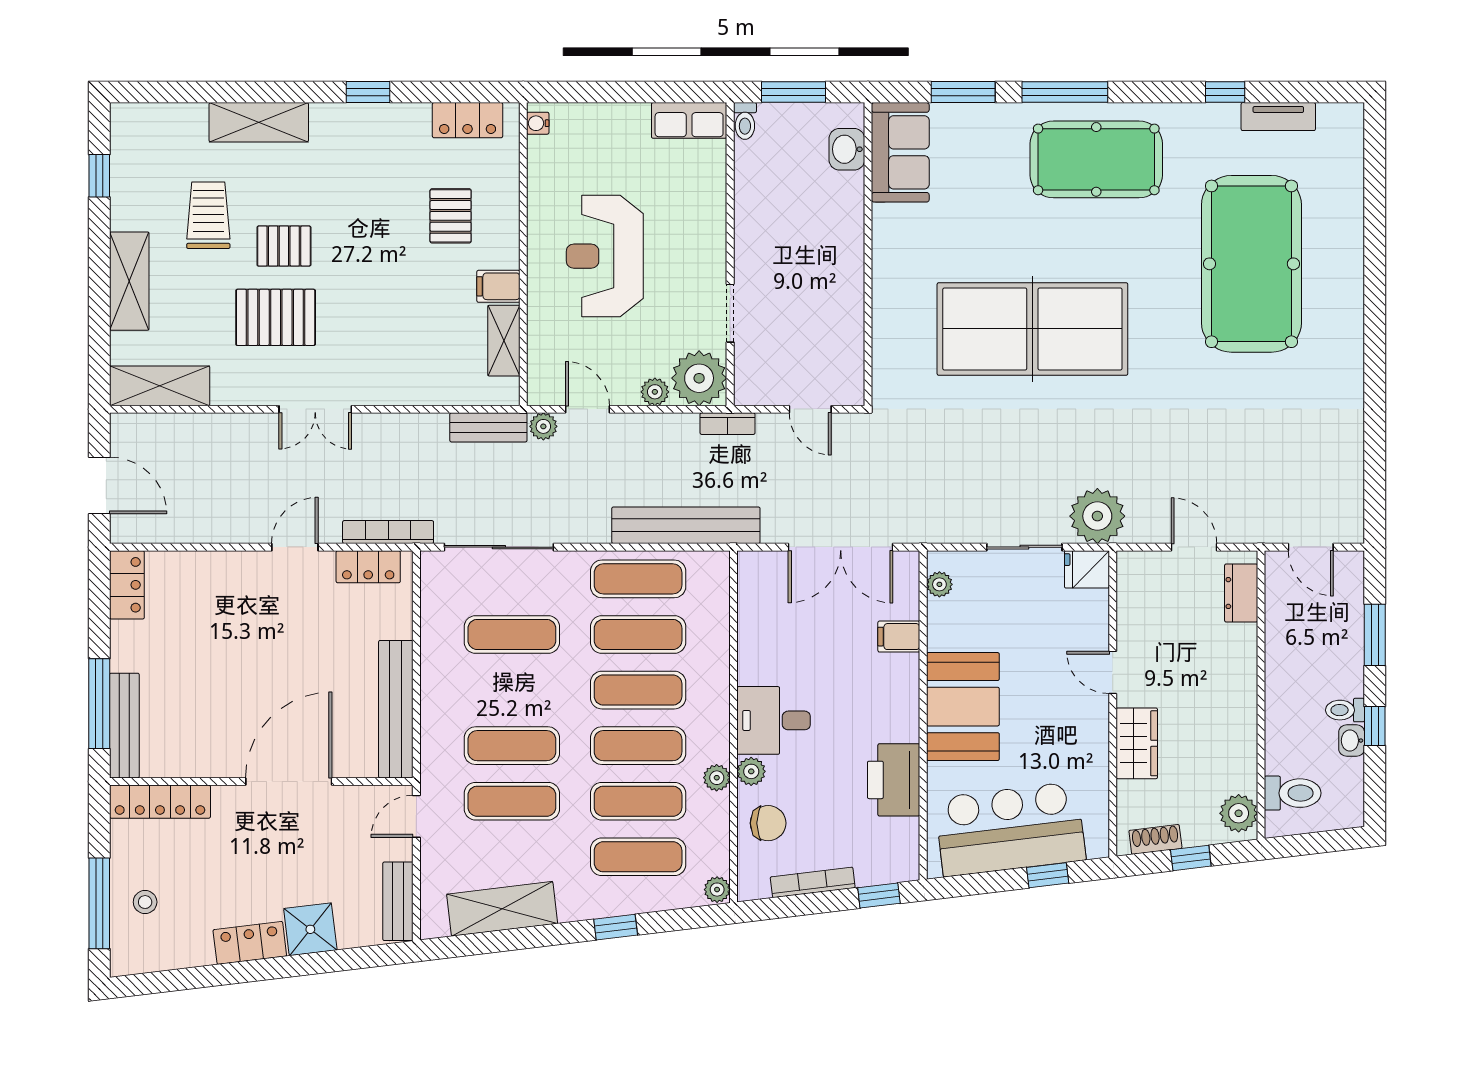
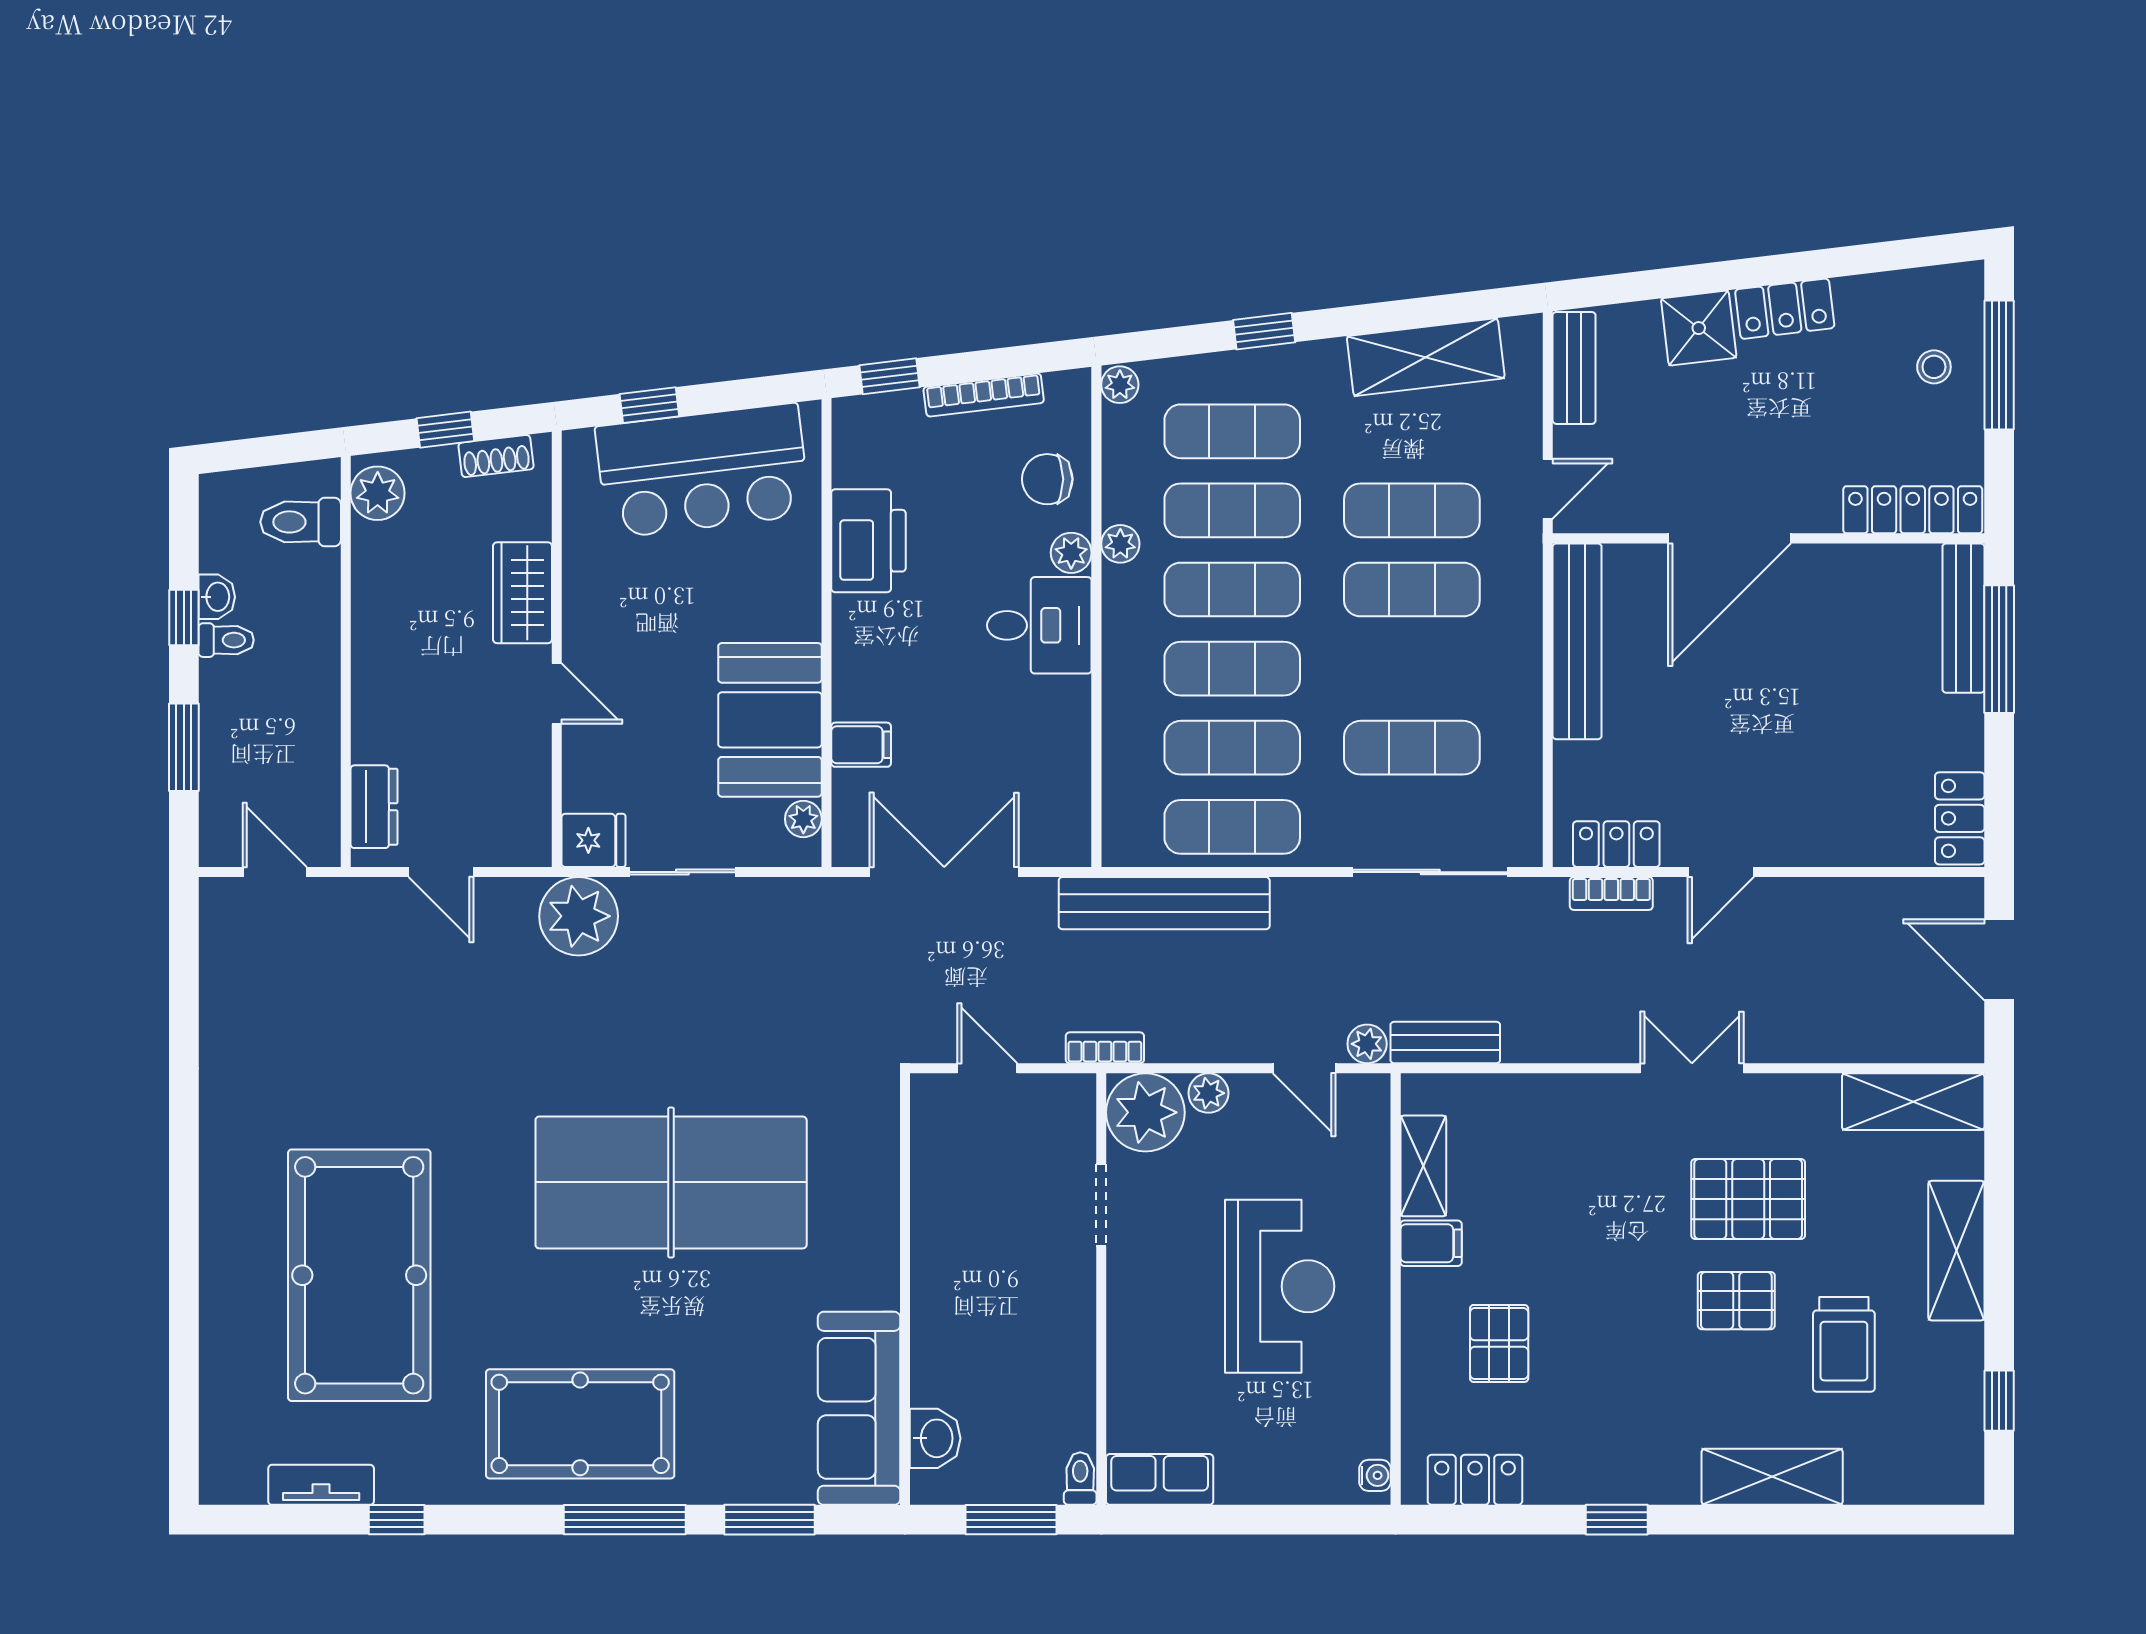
sofa: (900, 152) -> (859, 1408), width x1.36
bookcase: (388, 532) -> (1611, 893), width x0.64
booth: (963, 707) -> (770, 720), moved

